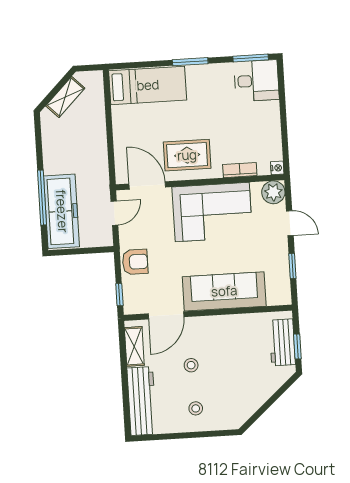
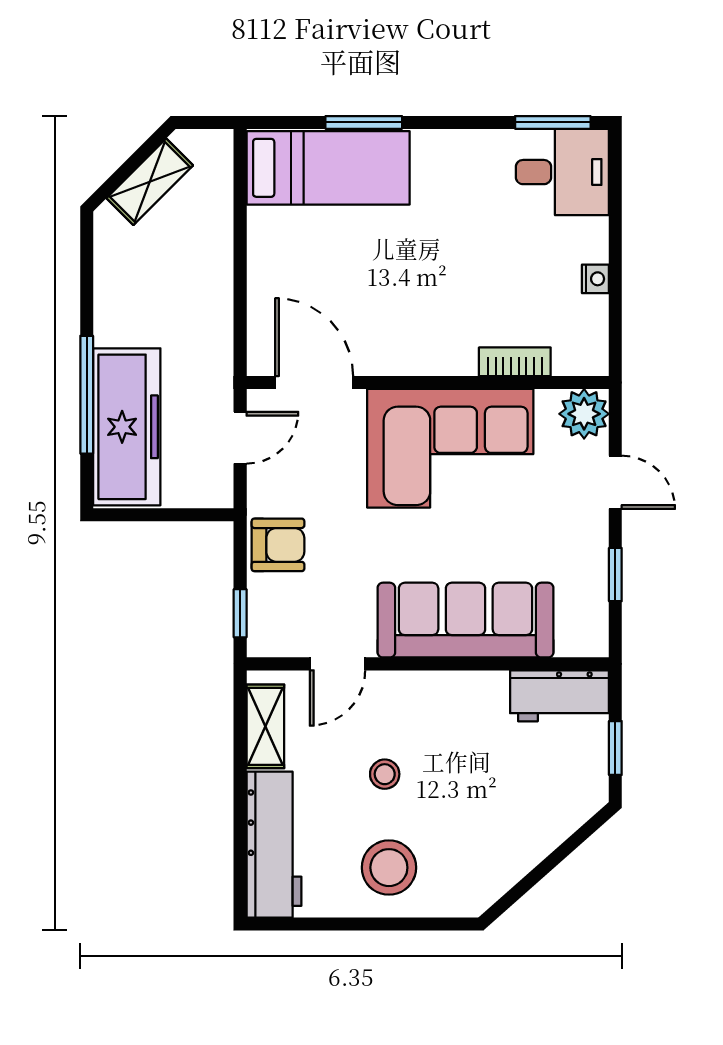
window: (190, 62) -> (364, 122), moved
rug: (187, 155) -> (404, 323), removed
nightstand: (277, 168) -> (595, 279), moved
door: (166, 315) -> (338, 664), width x0.73
workbench: (282, 342) -> (560, 696), moved, turned -90
stool: (196, 408) -> (389, 868), width x1.89, depth x1.89

